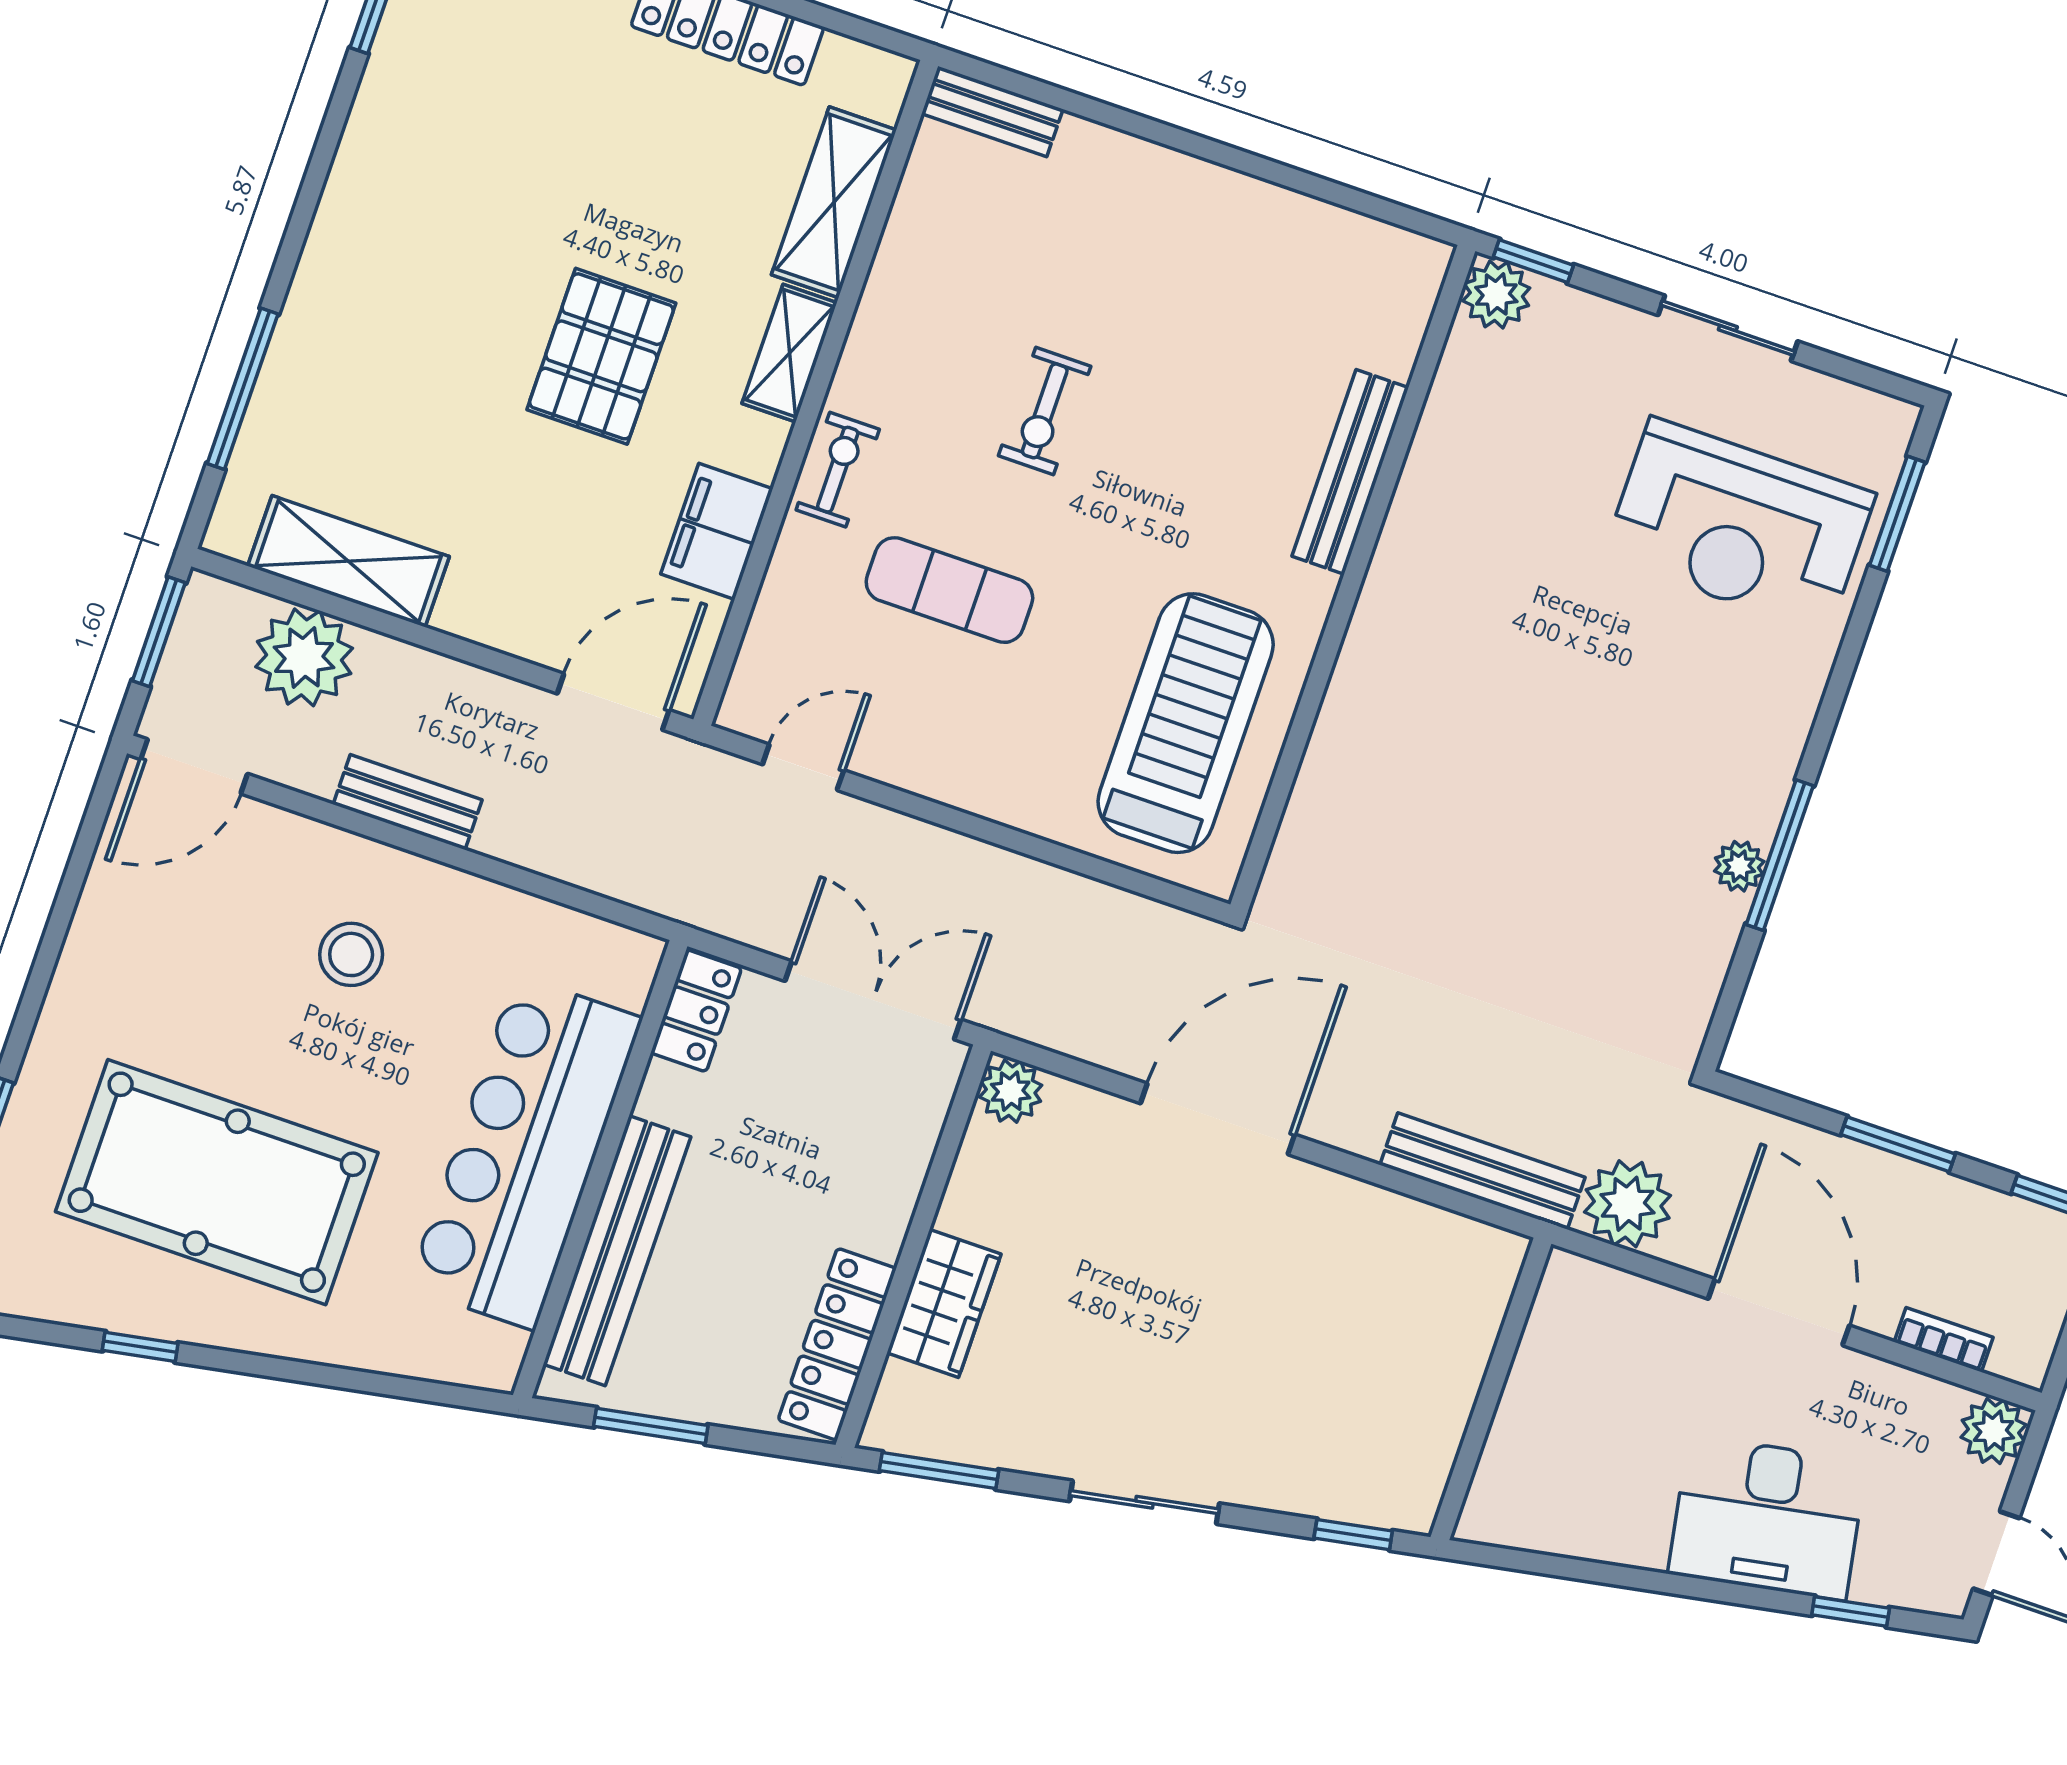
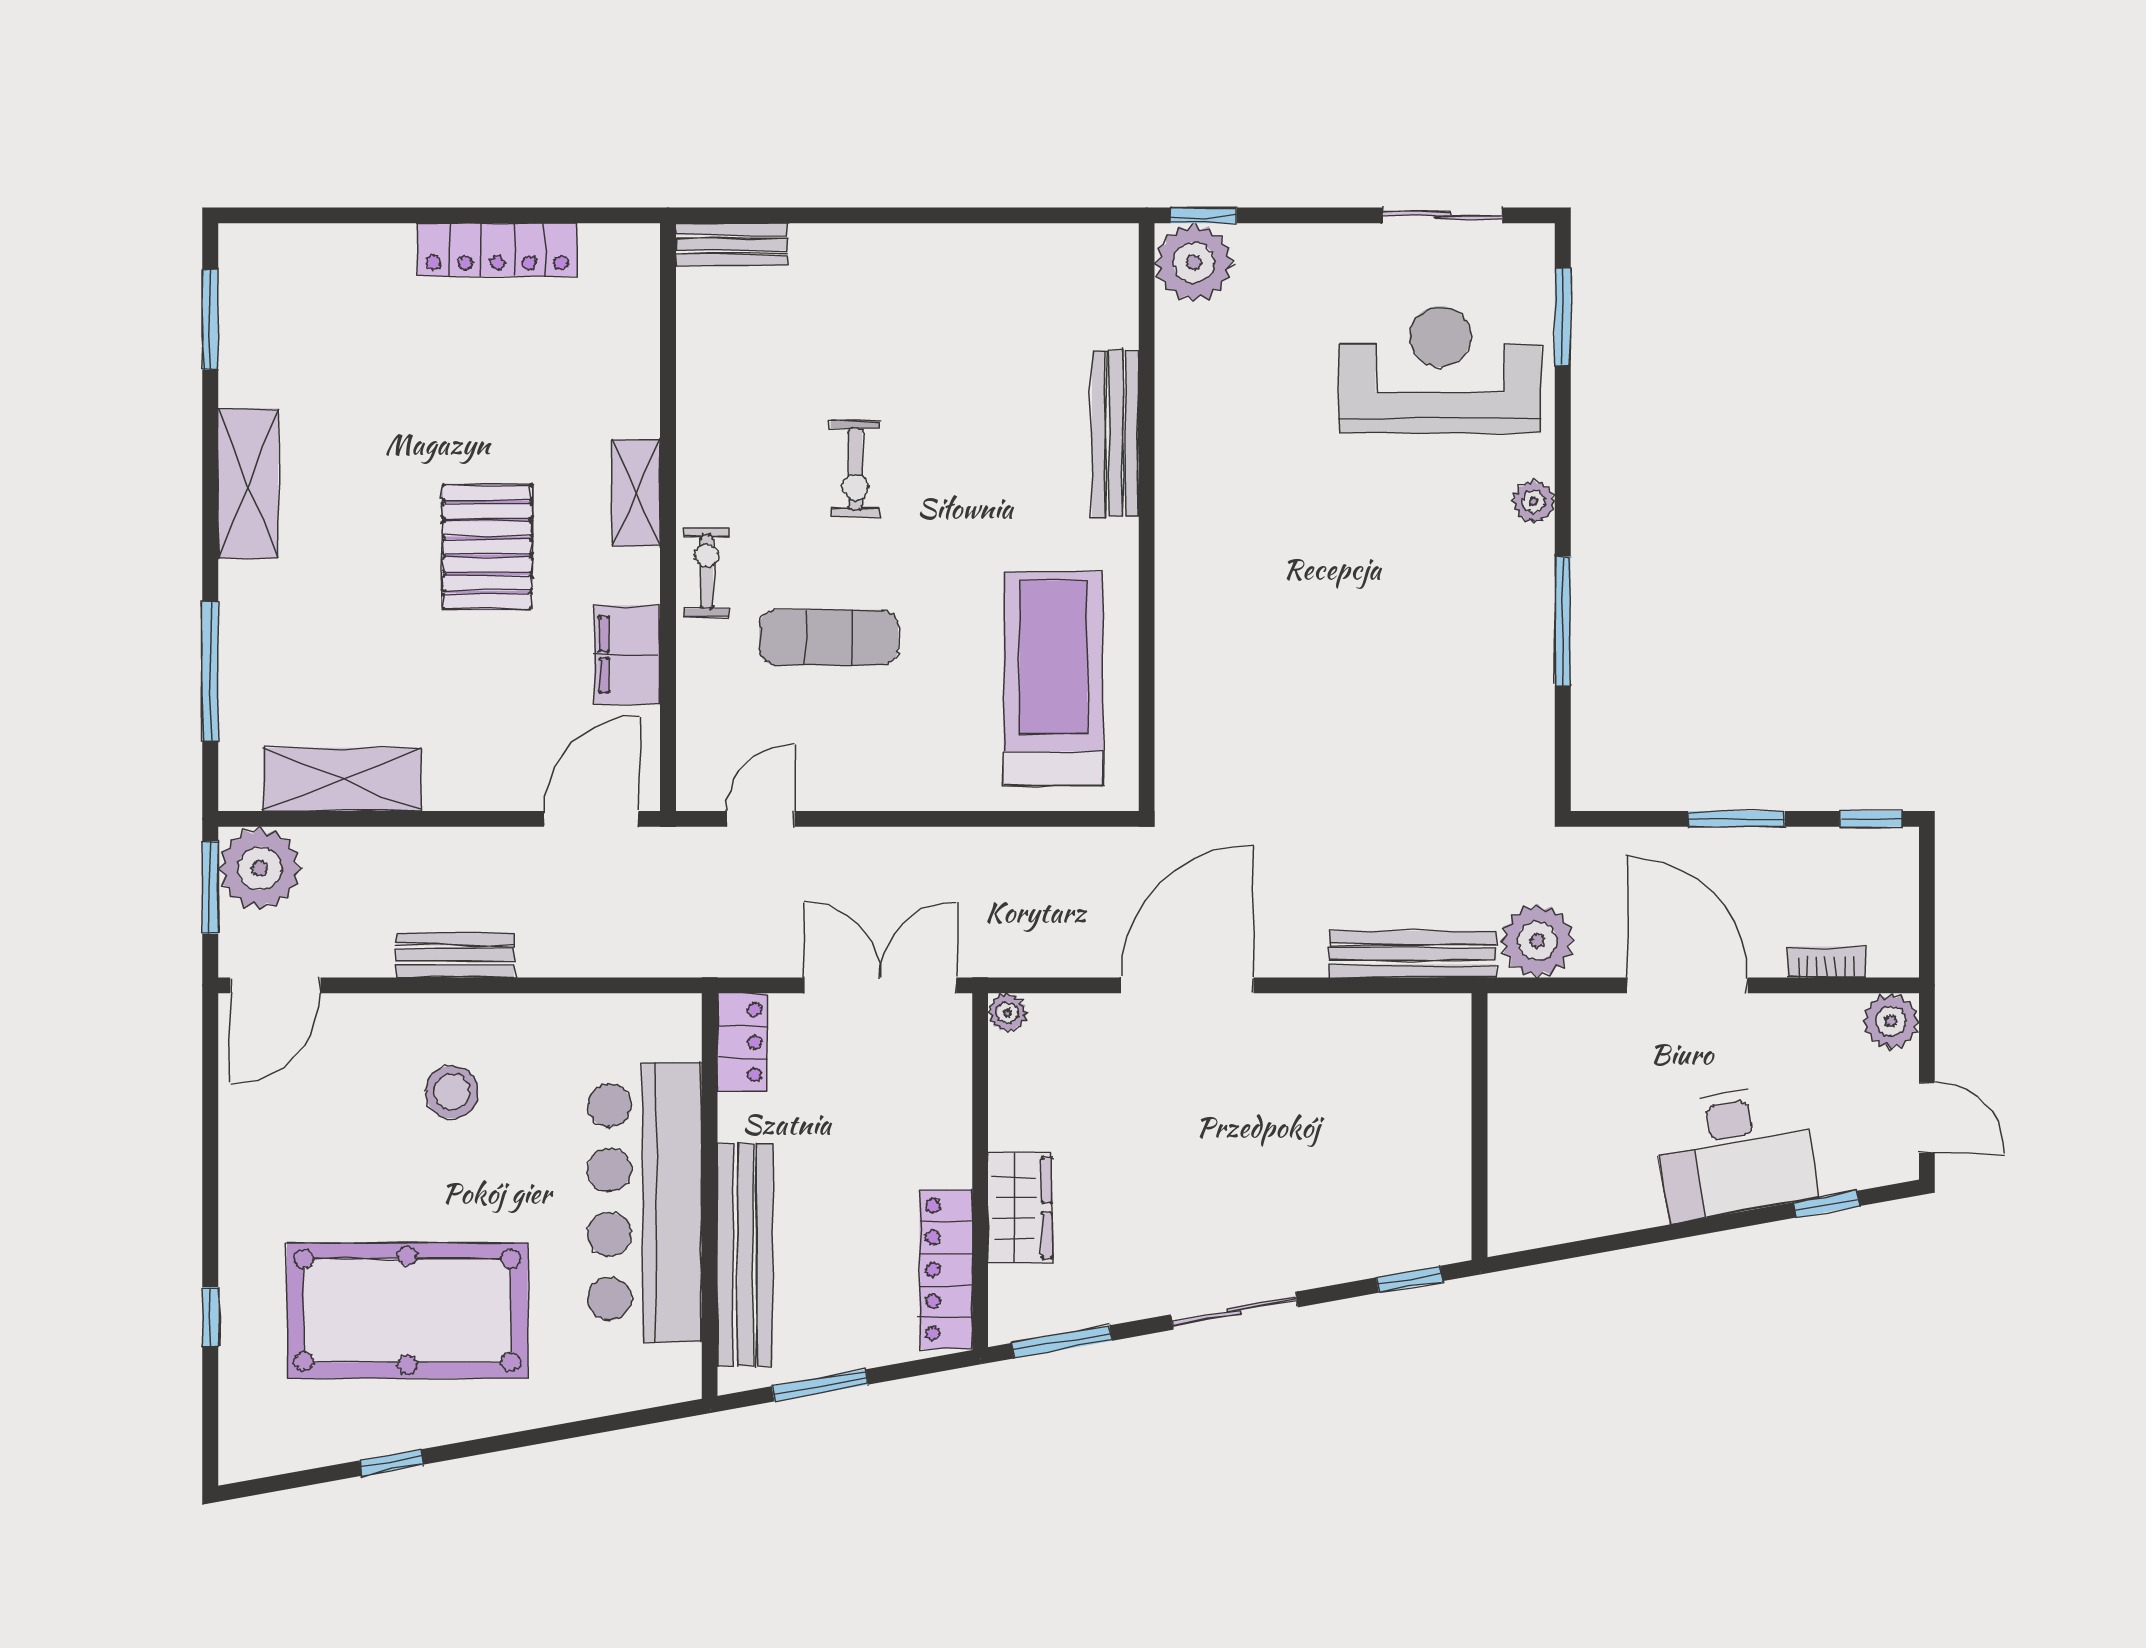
shelving: (834, 202) -> (248, 483), moved
plant: (1496, 294) -> (1194, 263), width x1.36, depth x1.36
sliding door: (1728, 328) -> (1443, 215), moved
reception desk: (1739, 526) -> (1440, 370), turned 180
plant: (304, 657) -> (260, 868), moved
plant: (1739, 866) -> (1534, 501), moved
plant: (1011, 1091) -> (1007, 1013), width x0.73, depth x0.73

